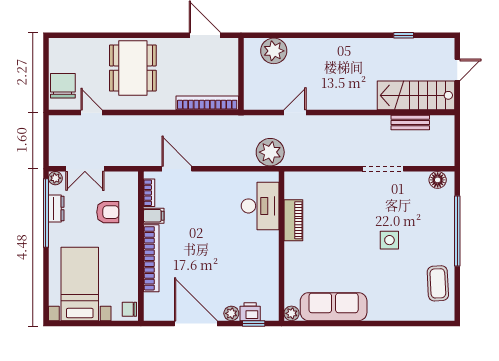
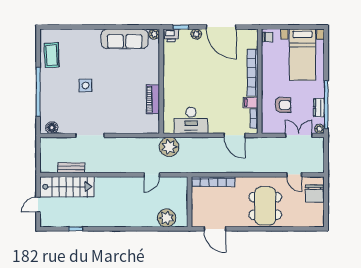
desk: (260, 206) -> (191, 120), moved, turned -90
armchair: (108, 212) -> (283, 105), turned 180
printer: (250, 312) -> (171, 35), moved

